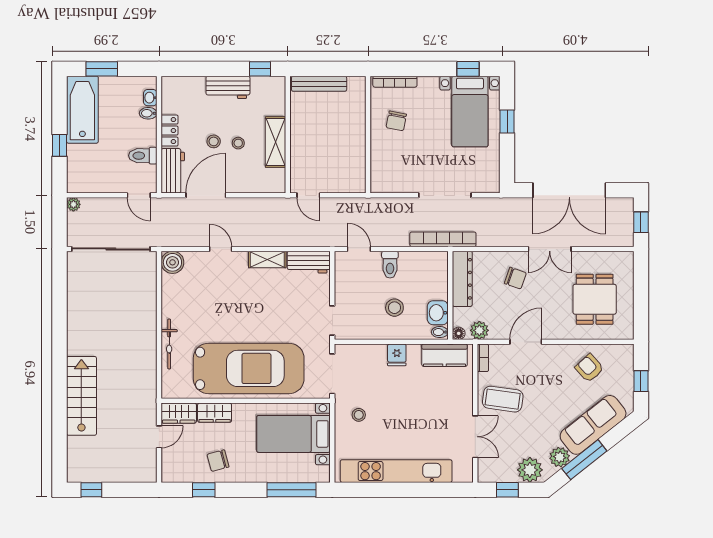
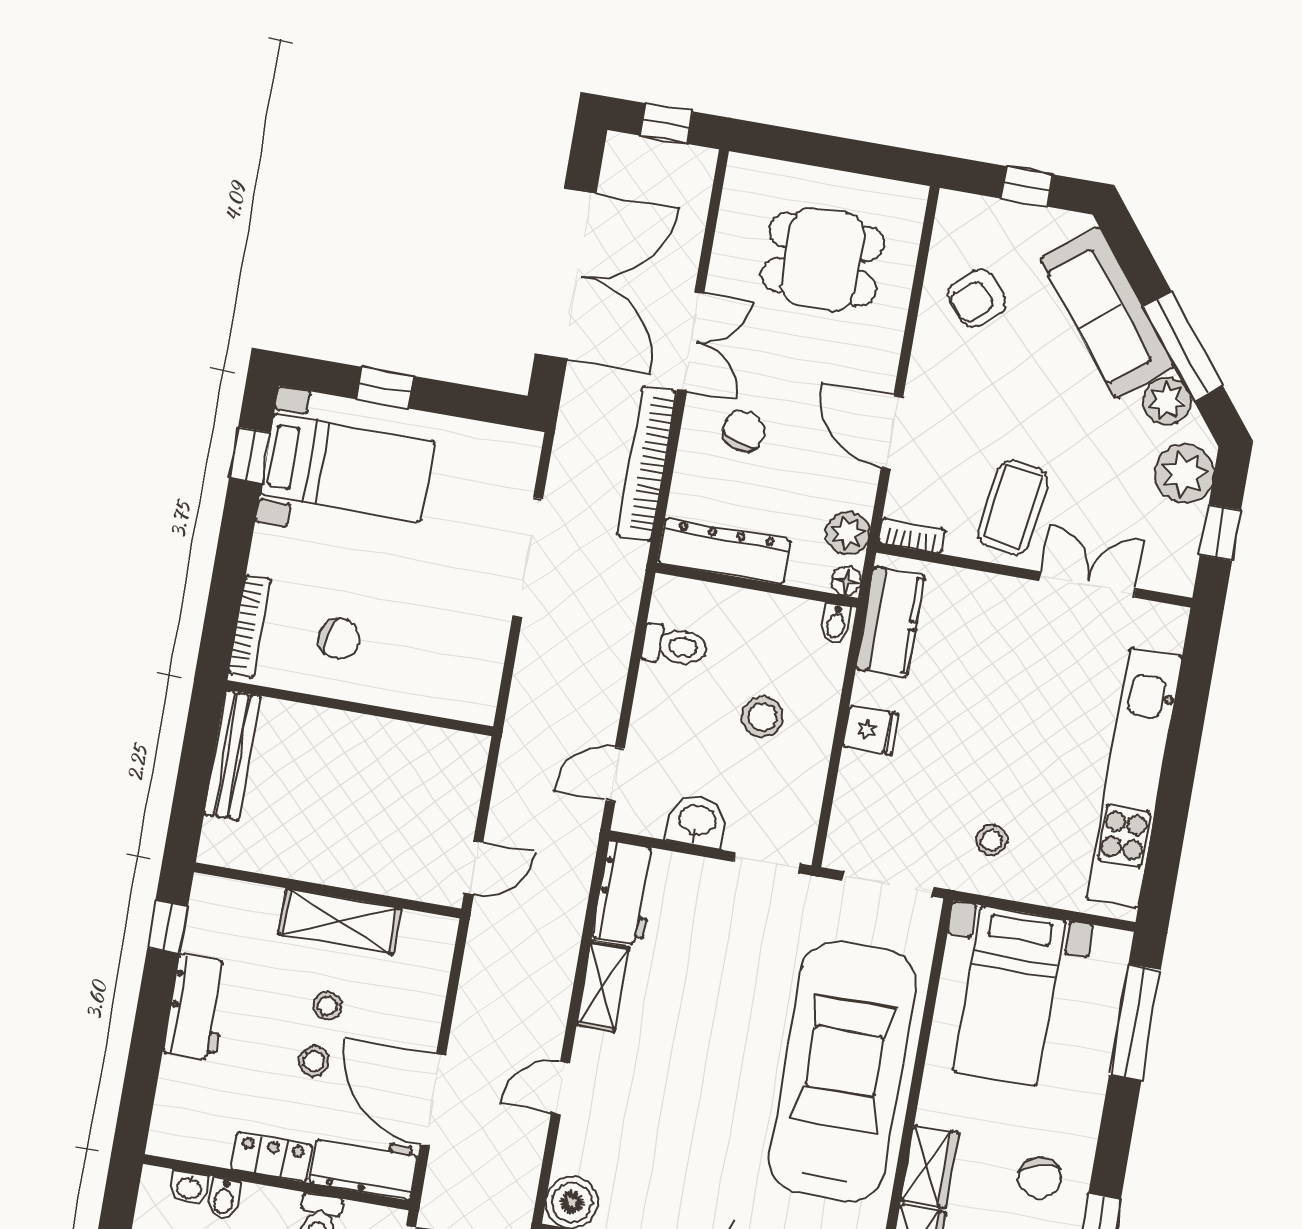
bench: (319, 84) -> (232, 755), moved
bookcase: (443, 239) -> (647, 464), moved
toilet: (390, 265) -> (674, 646), moved
washbasin: (438, 313) -> (697, 821), moved, turned 180

